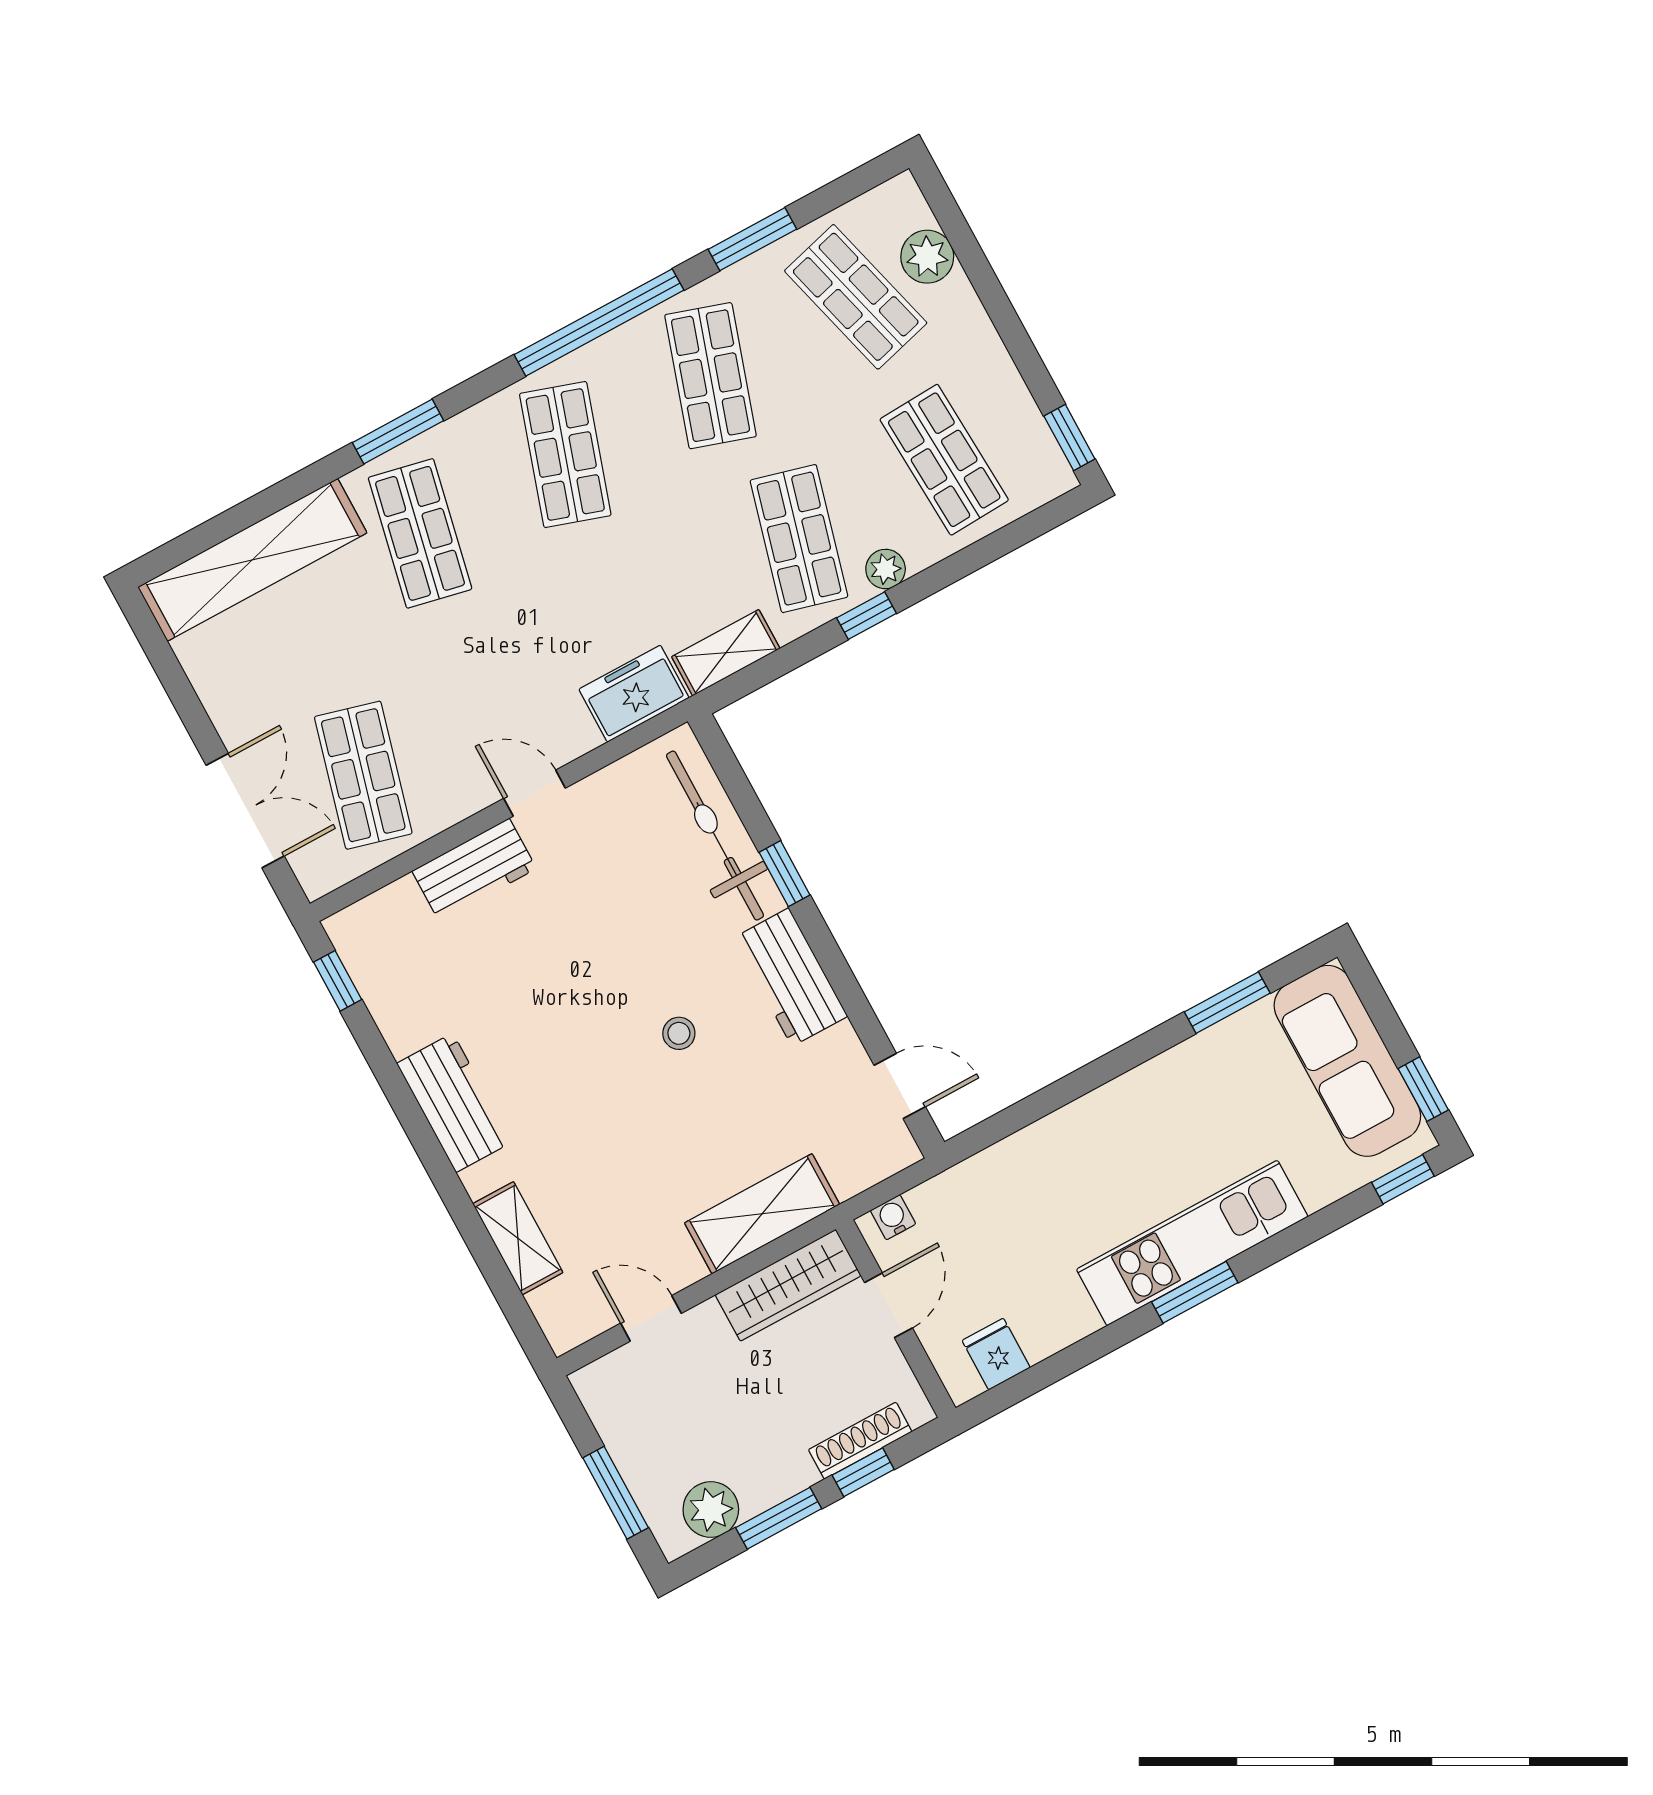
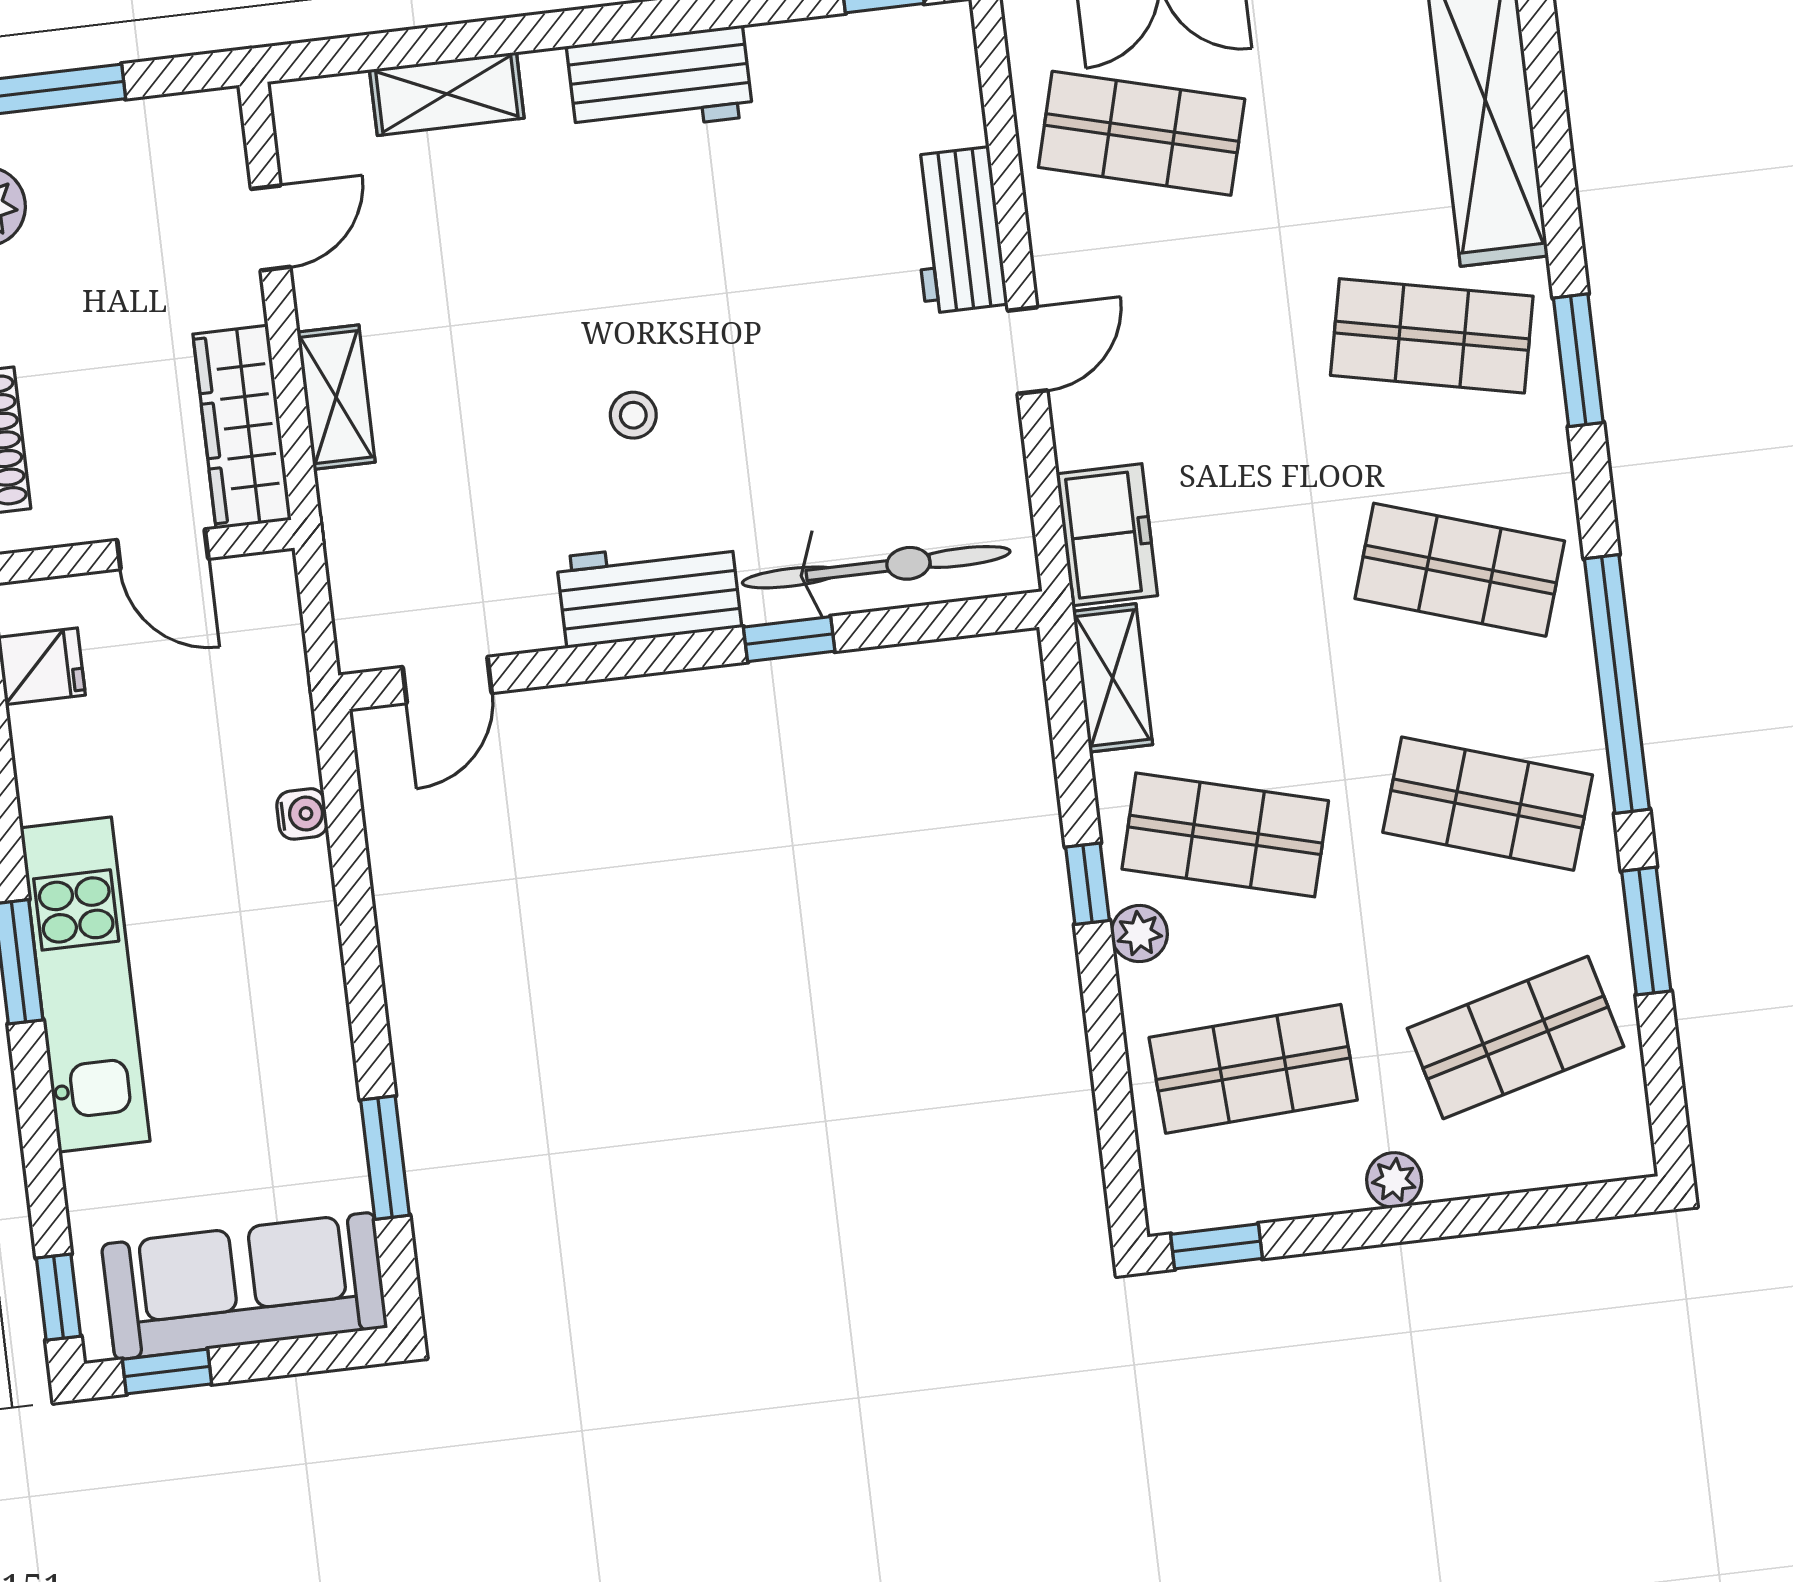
plant: (927, 257) -> (1394, 1180), moved, width x0.73, depth x0.73
shelving: (762, 1214) -> (336, 397), width x0.67, depth x0.75
water cooler: (893, 1217) -> (302, 814), moved

